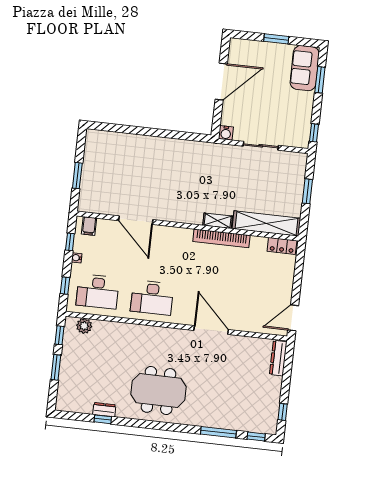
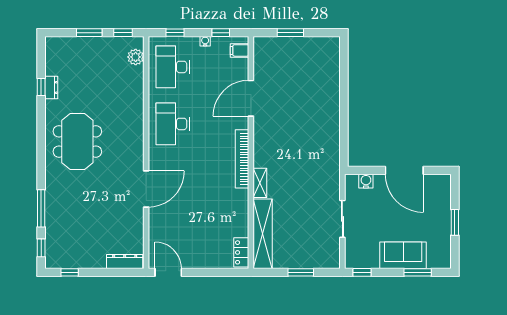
sofa: (305, 68) -> (403, 255), moved
water cooler: (226, 133) -> (366, 181), moved, turned 90
bookcase: (221, 238) -> (242, 159), moved

